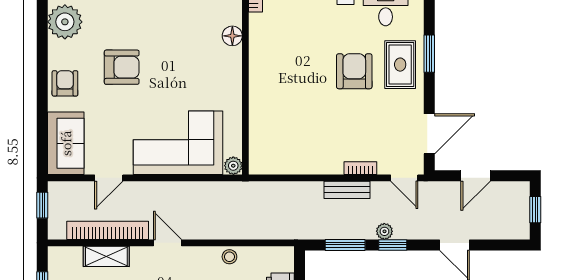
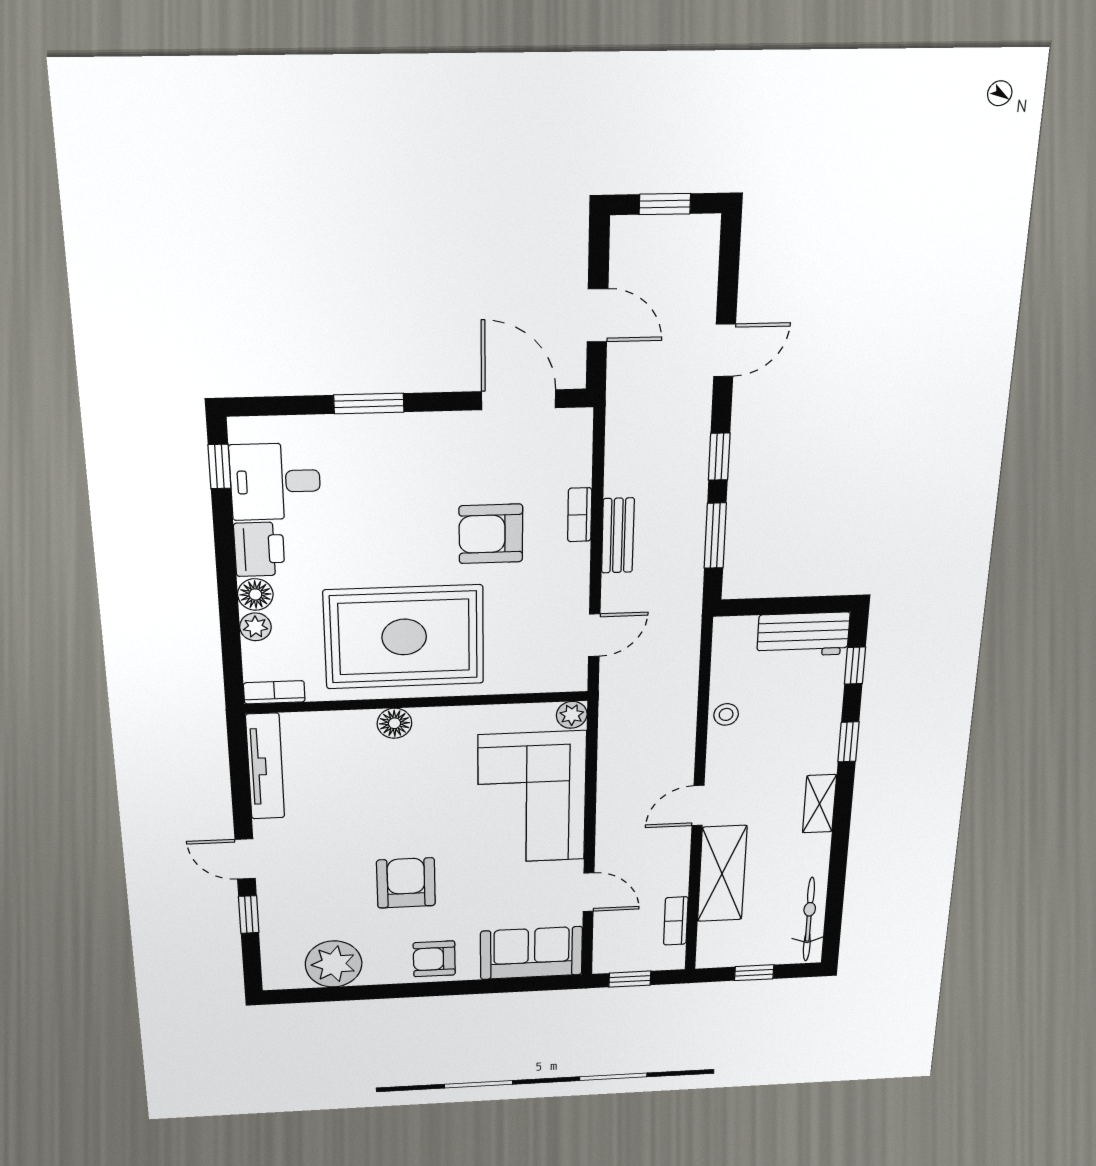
floor lamp: (232, 36) -> (394, 723), moved
rug: (400, 65) -> (404, 637), moved, width x1.86, depth x2.06
armchair: (354, 71) -> (491, 534), moved
door: (404, 178) -> (594, 635), moved
bookcase: (108, 230) -> (676, 921), width x0.43, depth x0.76
plant: (384, 231) -> (694, 471), removed
shelving: (106, 256) -> (722, 874), width x1.50, depth x1.33

